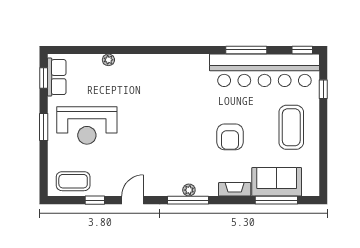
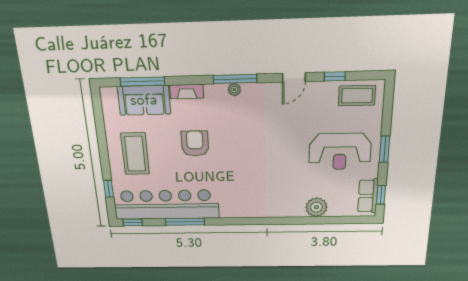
plant: (108, 60) -> (316, 207), width x1.88, depth x1.88
reception desk: (87, 126) -> (340, 151), turned 180

